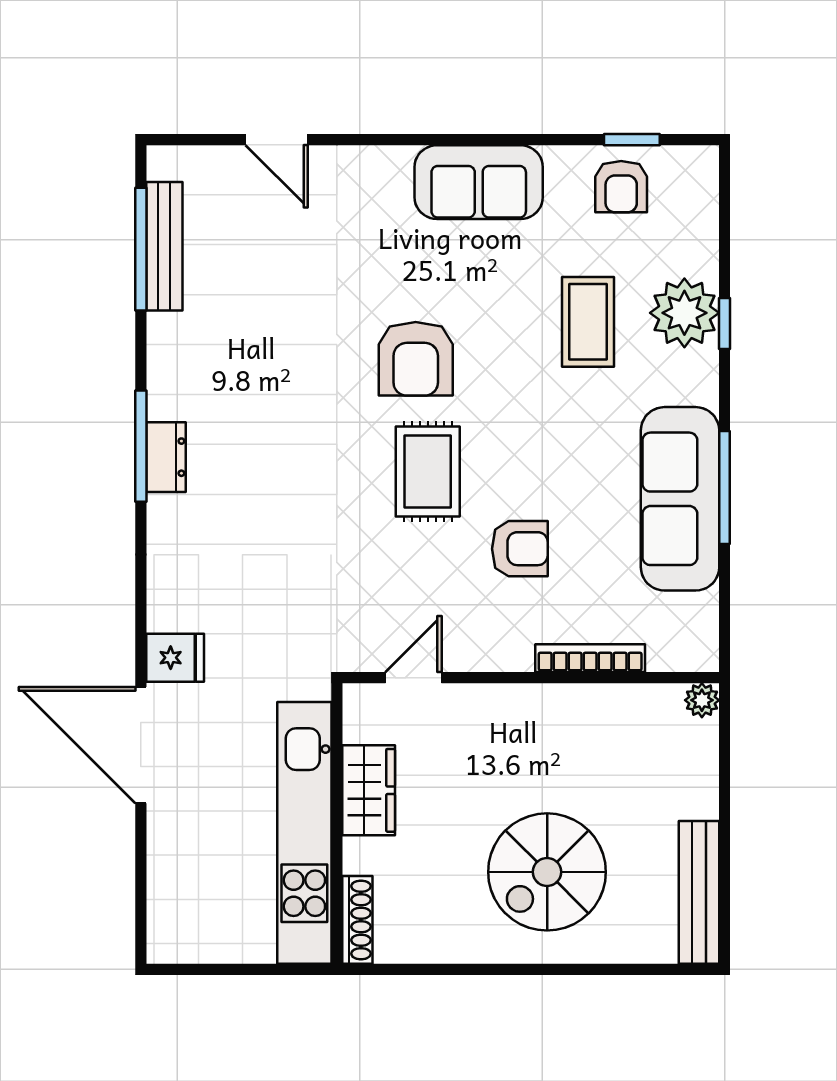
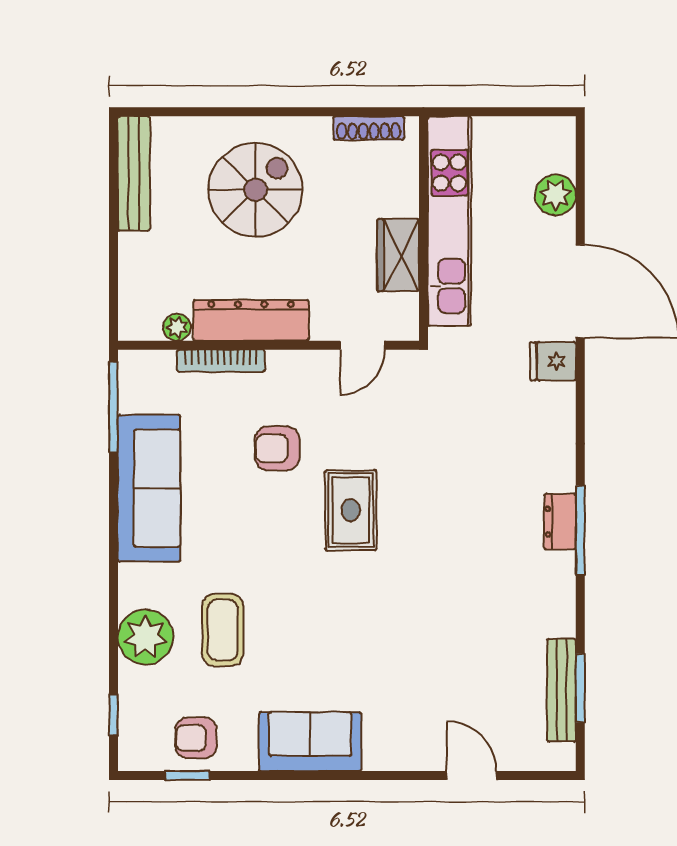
armchair: (621, 187) -> (196, 738), turned -90
window: (141, 249) -> (580, 688), width x0.69
window: (725, 323) -> (113, 715), moved
armchair: (416, 359) -> (360, 600), removed
window: (725, 488) -> (113, 407), moved
plant: (702, 700) -> (177, 327), moved
dresser: (552, 709) -> (251, 320), added
plant: (172, 866) -> (556, 195), added
shoe rack: (357, 920) -> (369, 128), moved, turned -90

